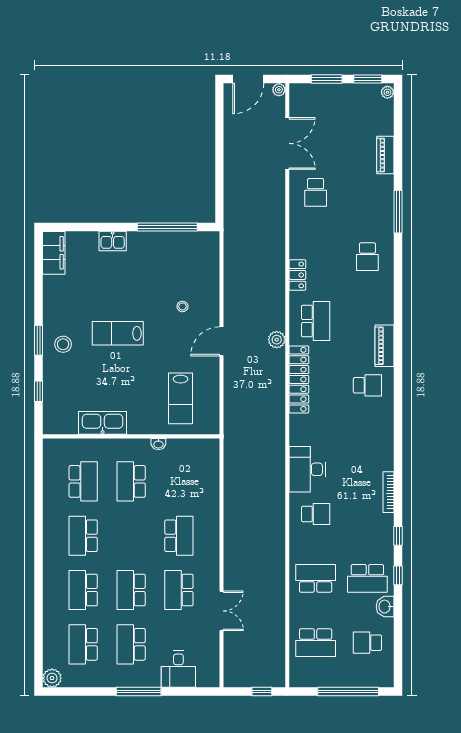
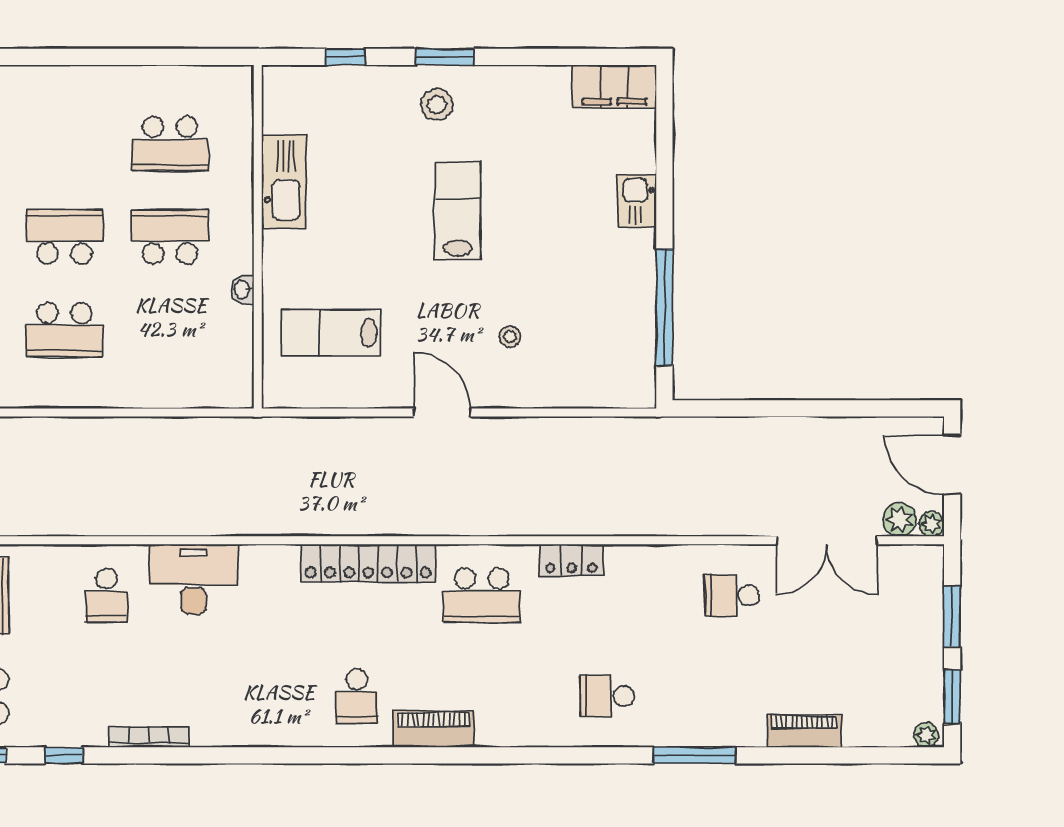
plant: (277, 340) -> (900, 520), moved
school desk: (83, 536) -> (64, 237), moved

